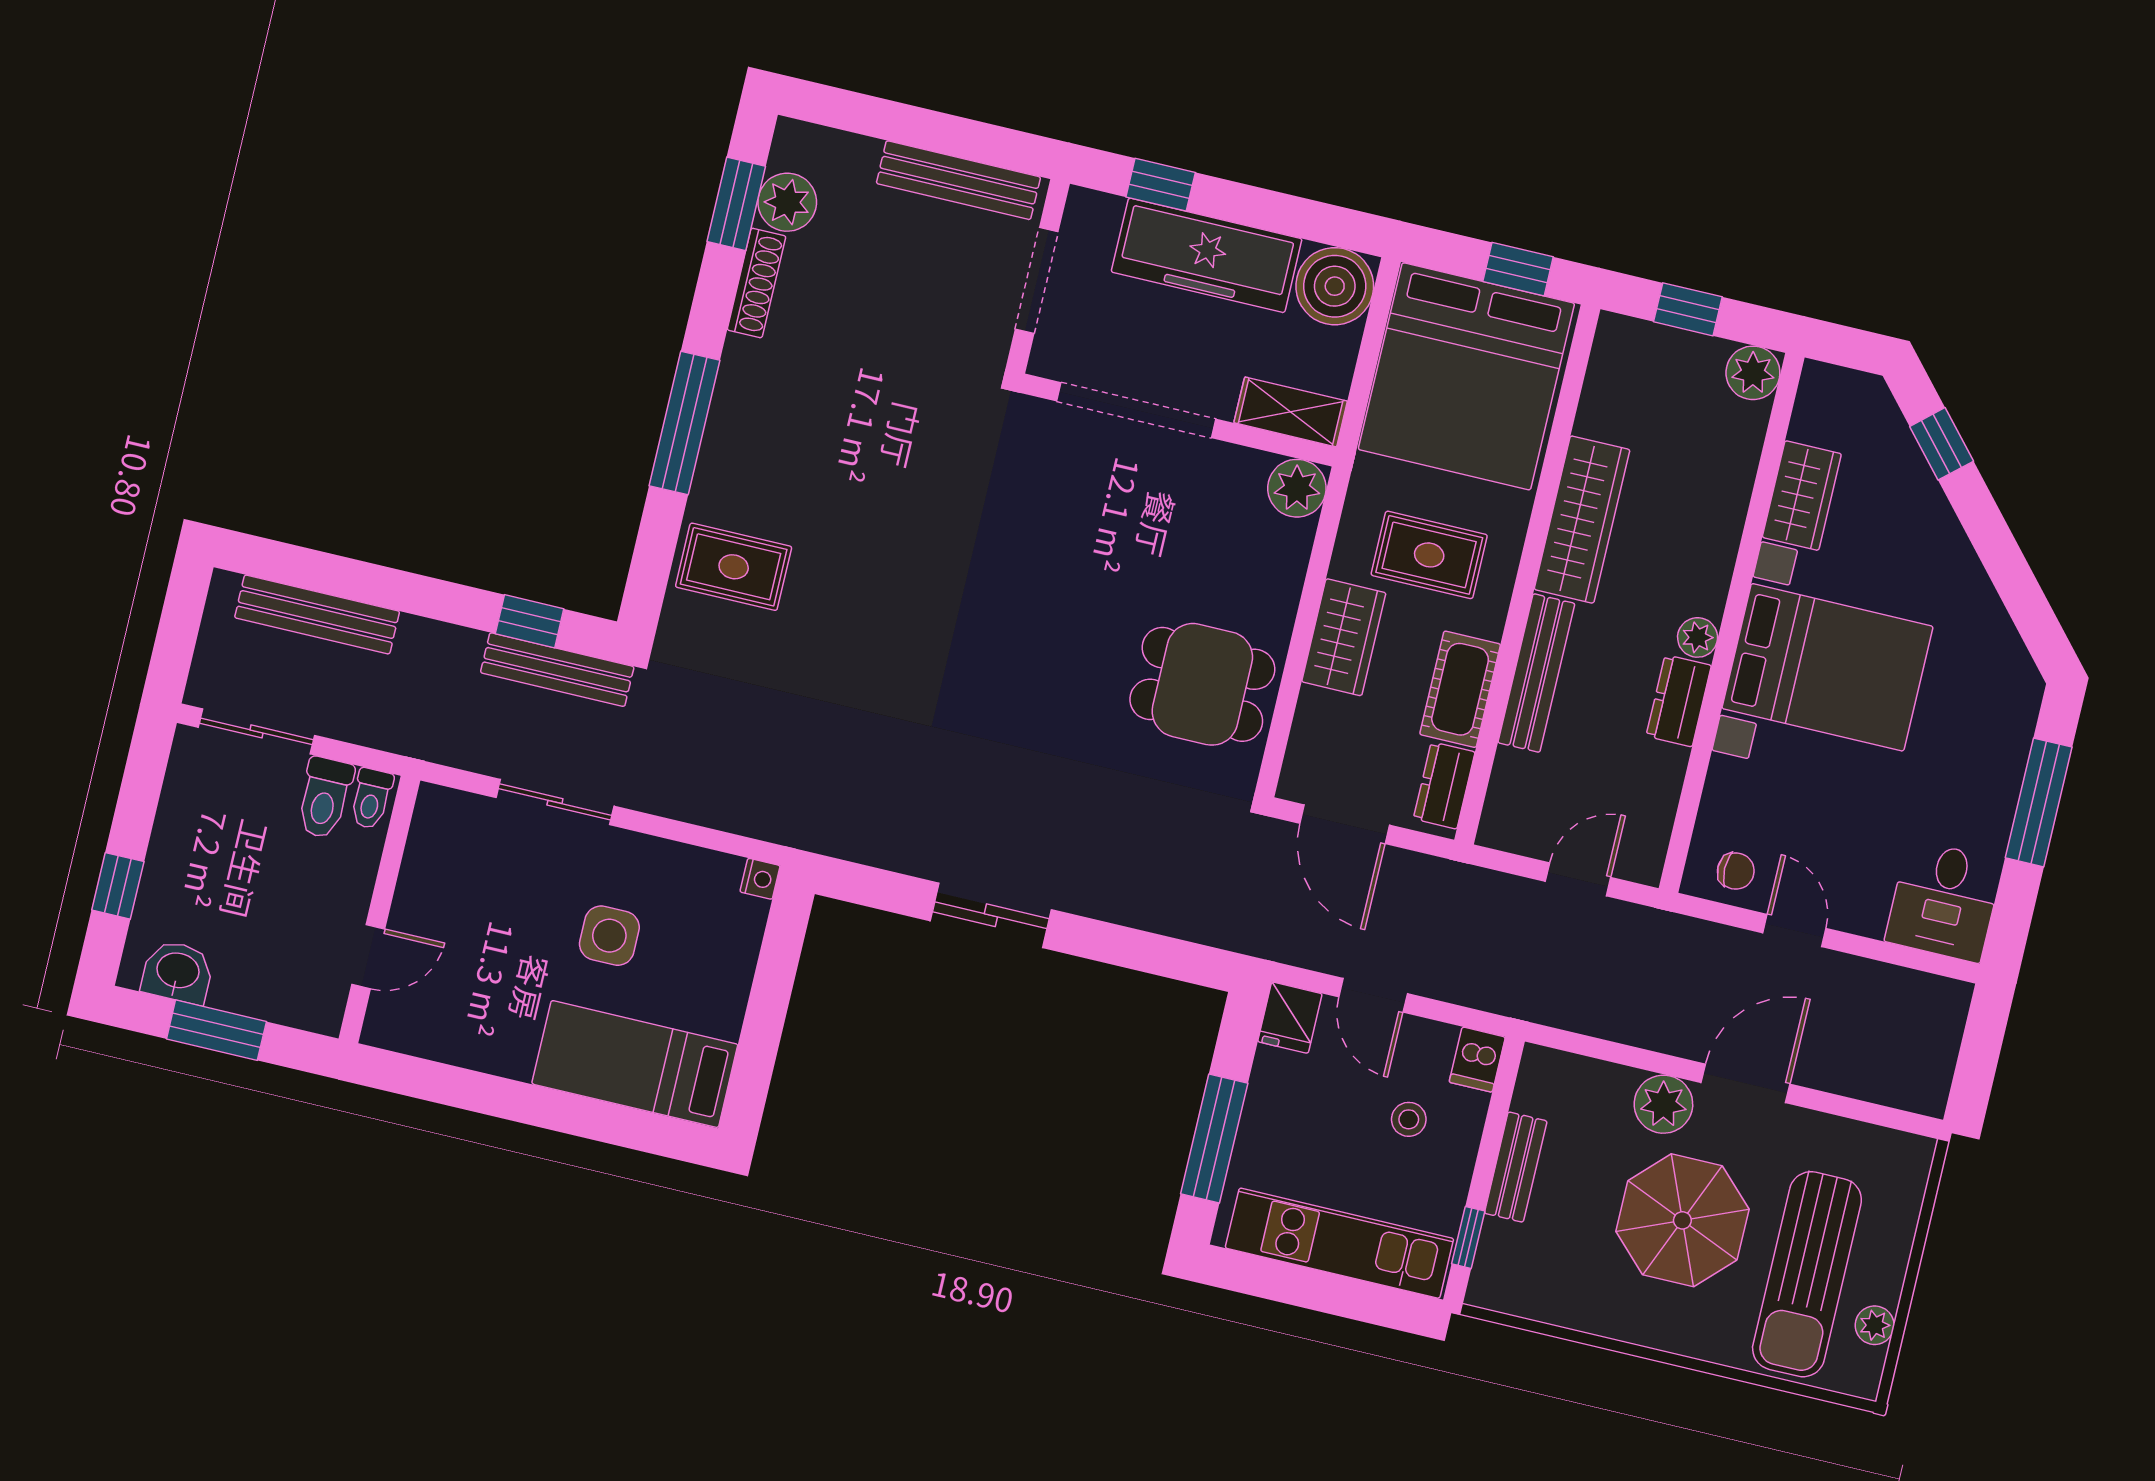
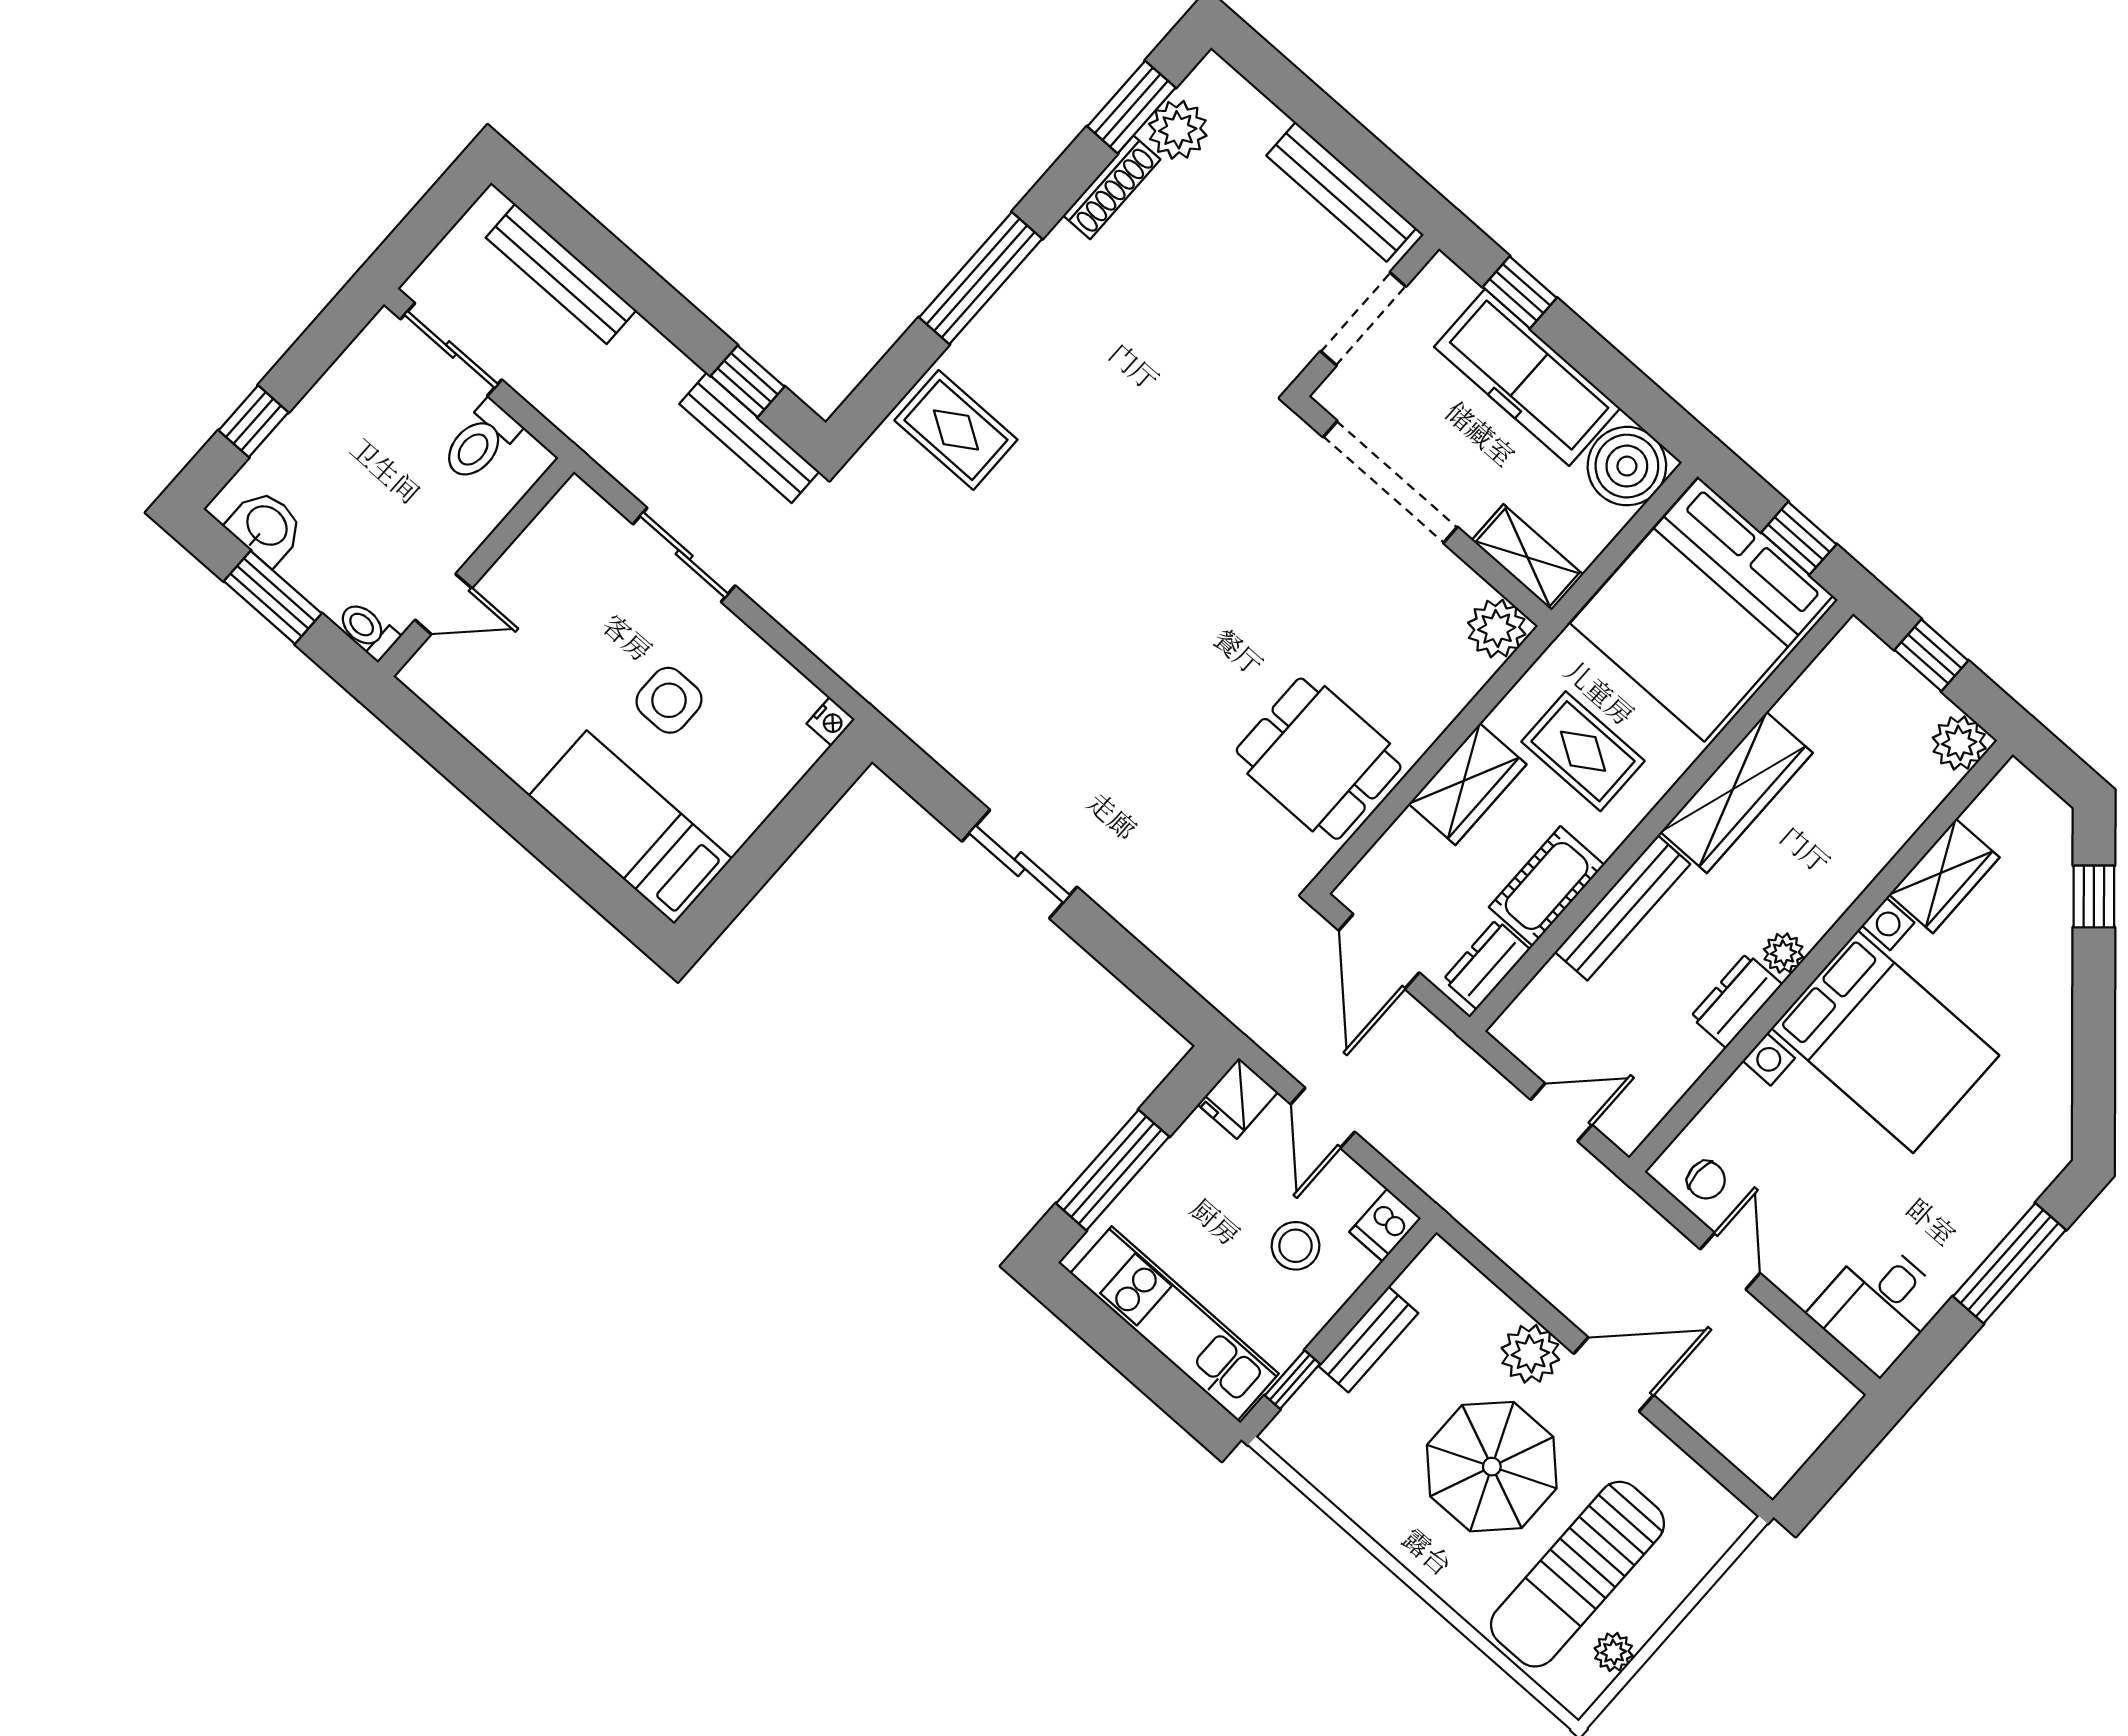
toilet: (371, 799) -> (368, 630), moved, turned 90
stool: (1409, 1119) -> (1295, 1246), width x1.37, depth x1.37

